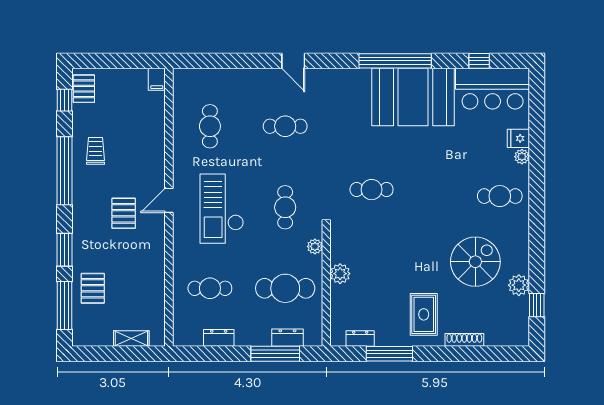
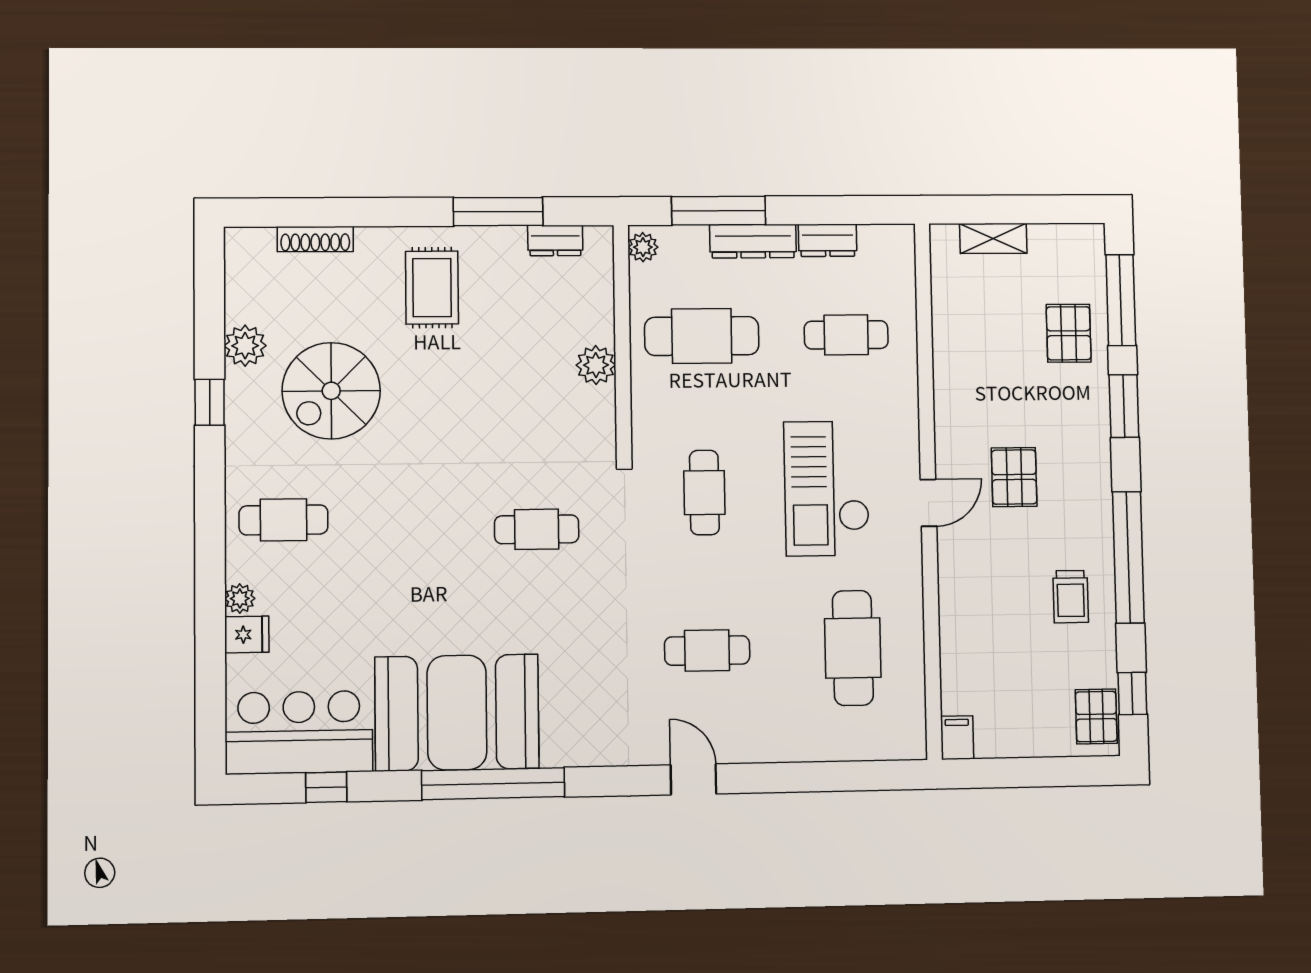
cafe table: (210, 126) -> (853, 648), width x1.37, depth x1.35
checkout: (222, 209) -> (827, 488), turned 180
plant: (315, 246) -> (643, 247), moved
window: (537, 305) -> (210, 402), moved
dresser: (287, 338) -> (753, 241), moved, width x1.44
shoe rack: (464, 340) -> (315, 239), moved

